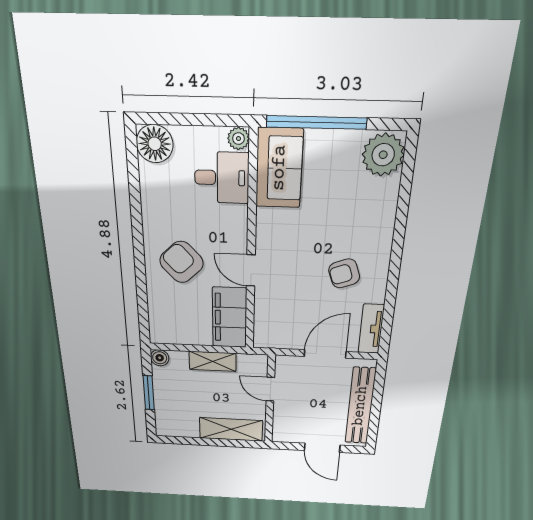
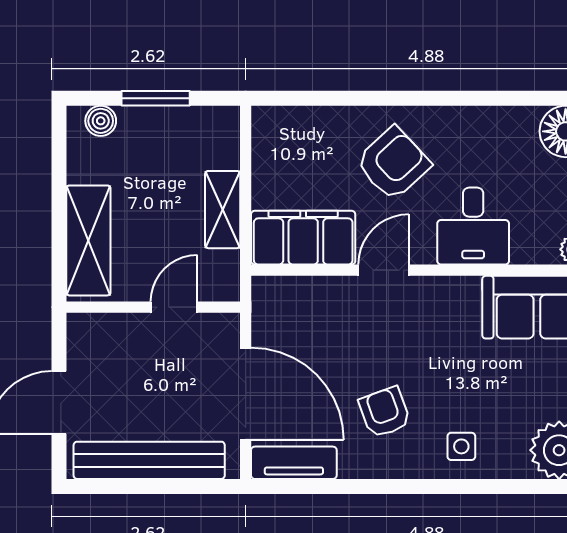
desk: (222, 178) -> (473, 226), moved
side table: (373, 224) -> (461, 446), added
door: (325, 354) -> (246, 394), width x1.36
boiler: (160, 358) -> (101, 121), moved

